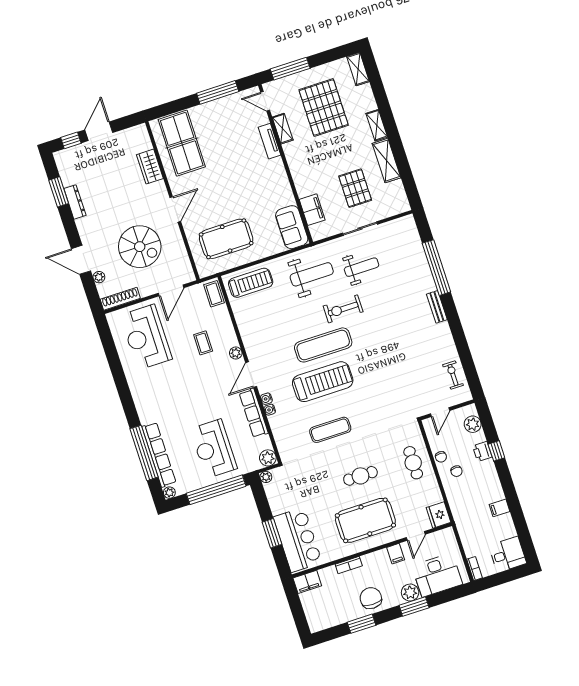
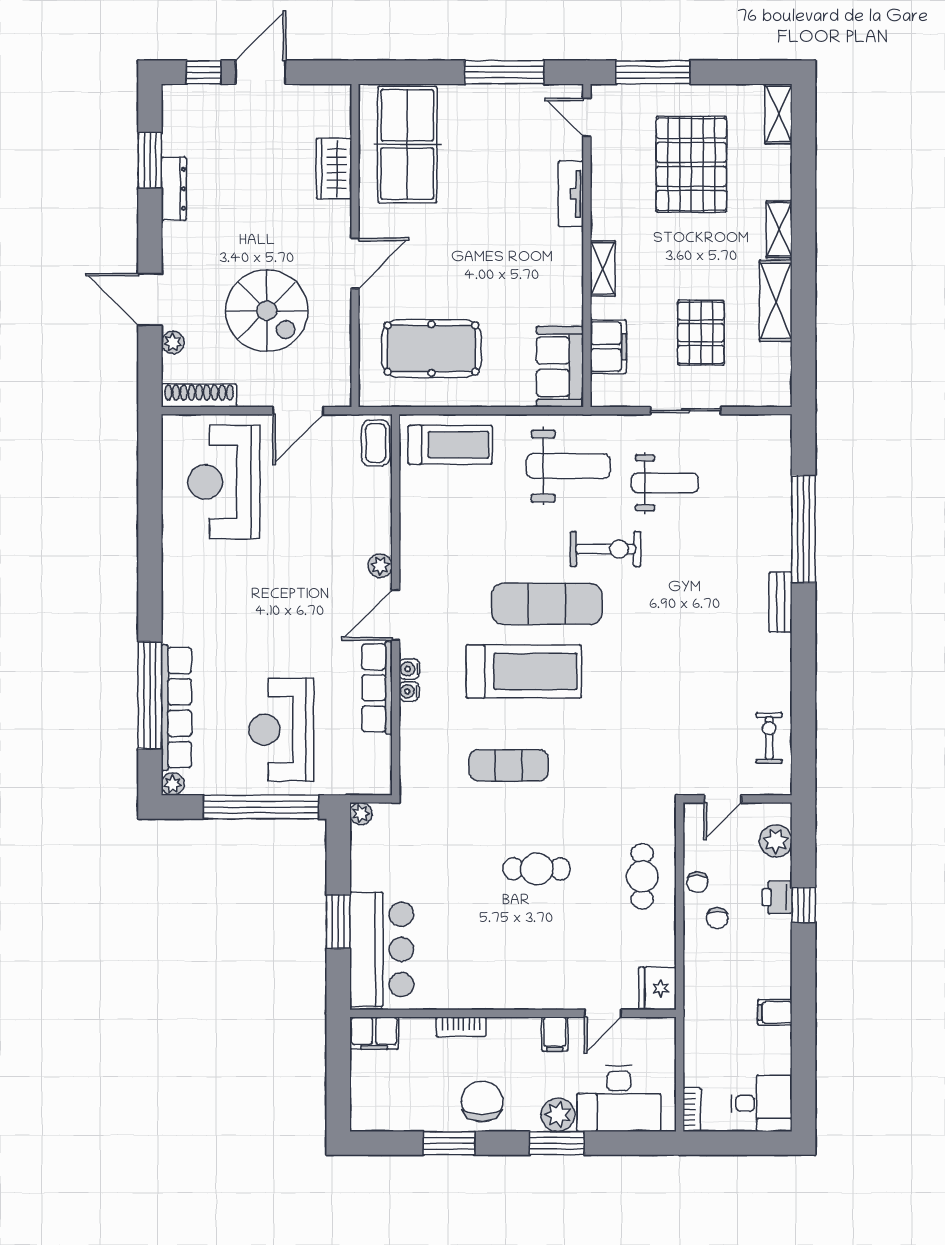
shelving: (283, 129) -> (603, 268), moved
exercise bike: (343, 309) -> (606, 549), turned 180
coffee table: (203, 343) -> (326, 527), removed
plant: (268, 458) -> (376, 779), removed
pool table: (365, 520) -> (519, 954), removed

